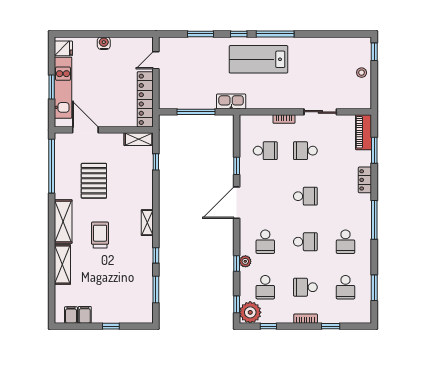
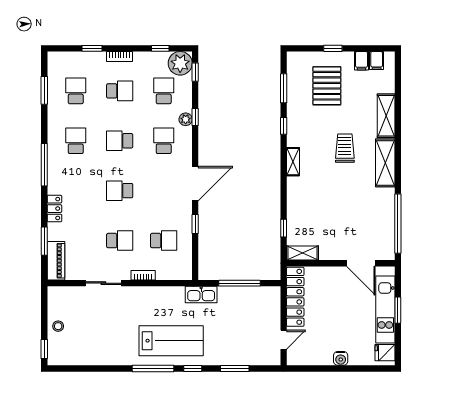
school desk: (265, 151) -> (164, 241), turned 180
pallet: (94, 181) -> (327, 86), moved
trolley: (100, 235) -> (345, 148), turned 180

